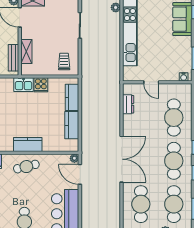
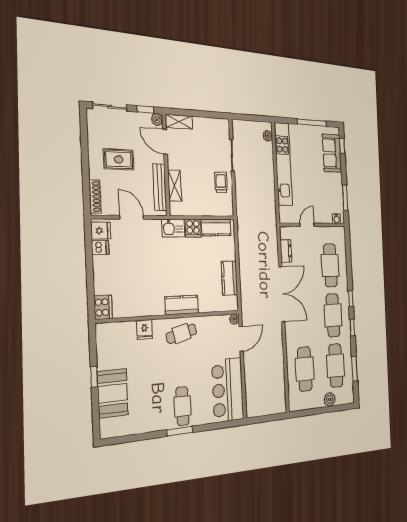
bench: (14, 58) -> (160, 187), width x1.36
trolley: (64, 61) -> (221, 182), moved
door: (151, 82) -> (307, 225), swing flipped
kitchen counter: (72, 97) -> (216, 227), moved, turned -90
double door: (121, 159) -> (282, 294), moved
door: (80, 174) -> (241, 339), swing flipped

